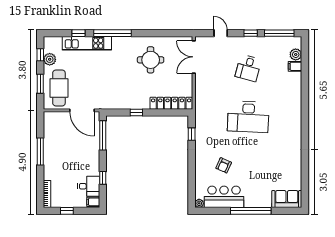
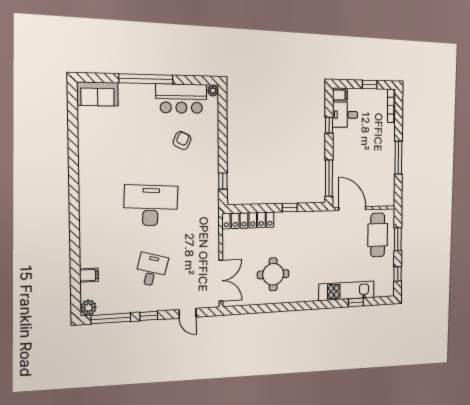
window: (112, 33) -> (318, 305), removed
plant: (296, 54) -> (88, 308), moved
plant: (50, 59) -> (388, 269), removed

